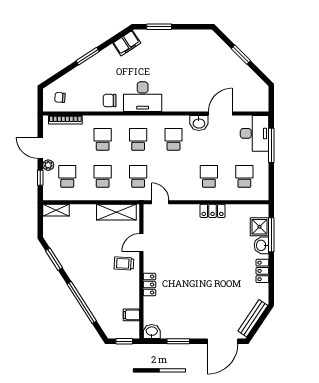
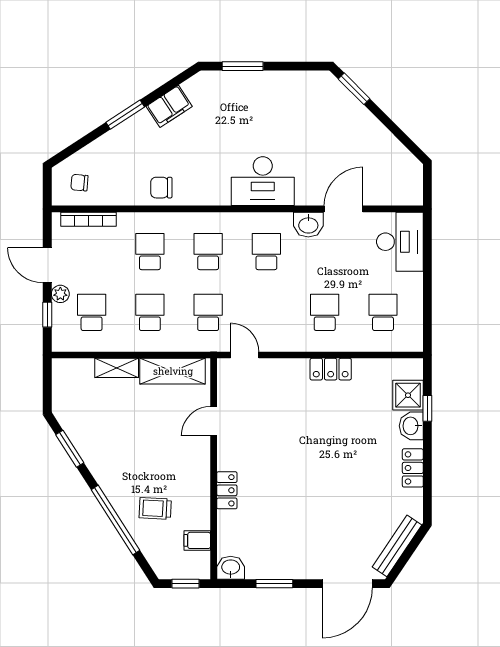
filing cabinet: (127, 43) -> (169, 106), moved
window: (241, 55) -> (354, 89), moved
desk: (143, 97) -> (263, 181), moved
window: (271, 145) -> (427, 261), removed
shelving: (56, 210) -> (117, 368), moved
window: (271, 235) -> (427, 408), width x0.46
trolley: (124, 263) -> (155, 508), moved

